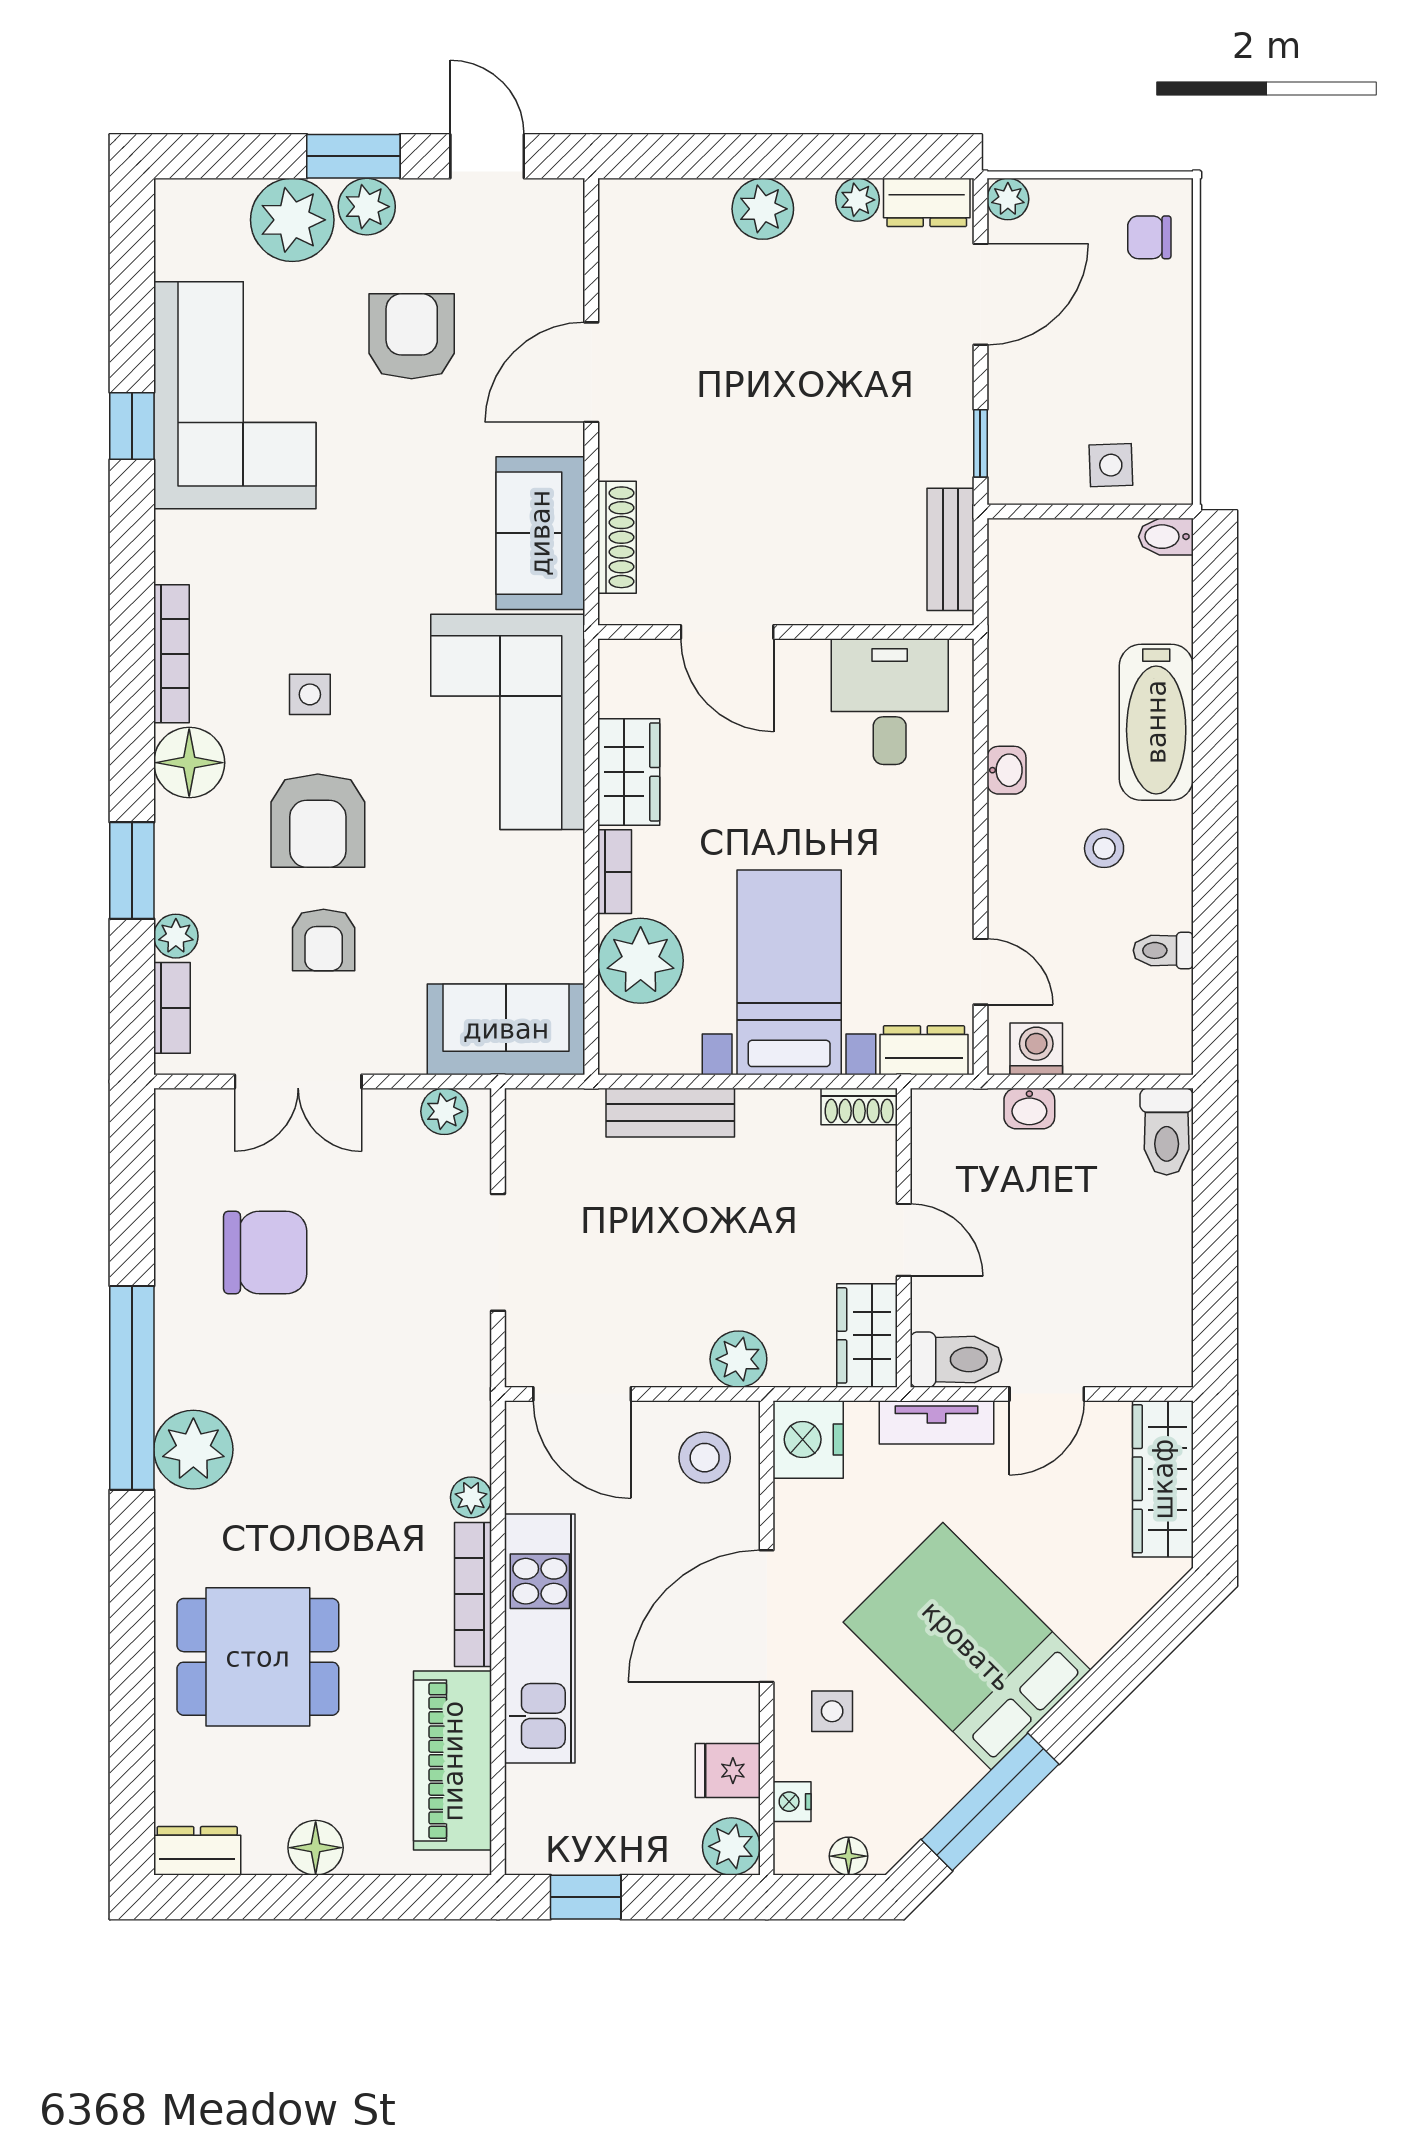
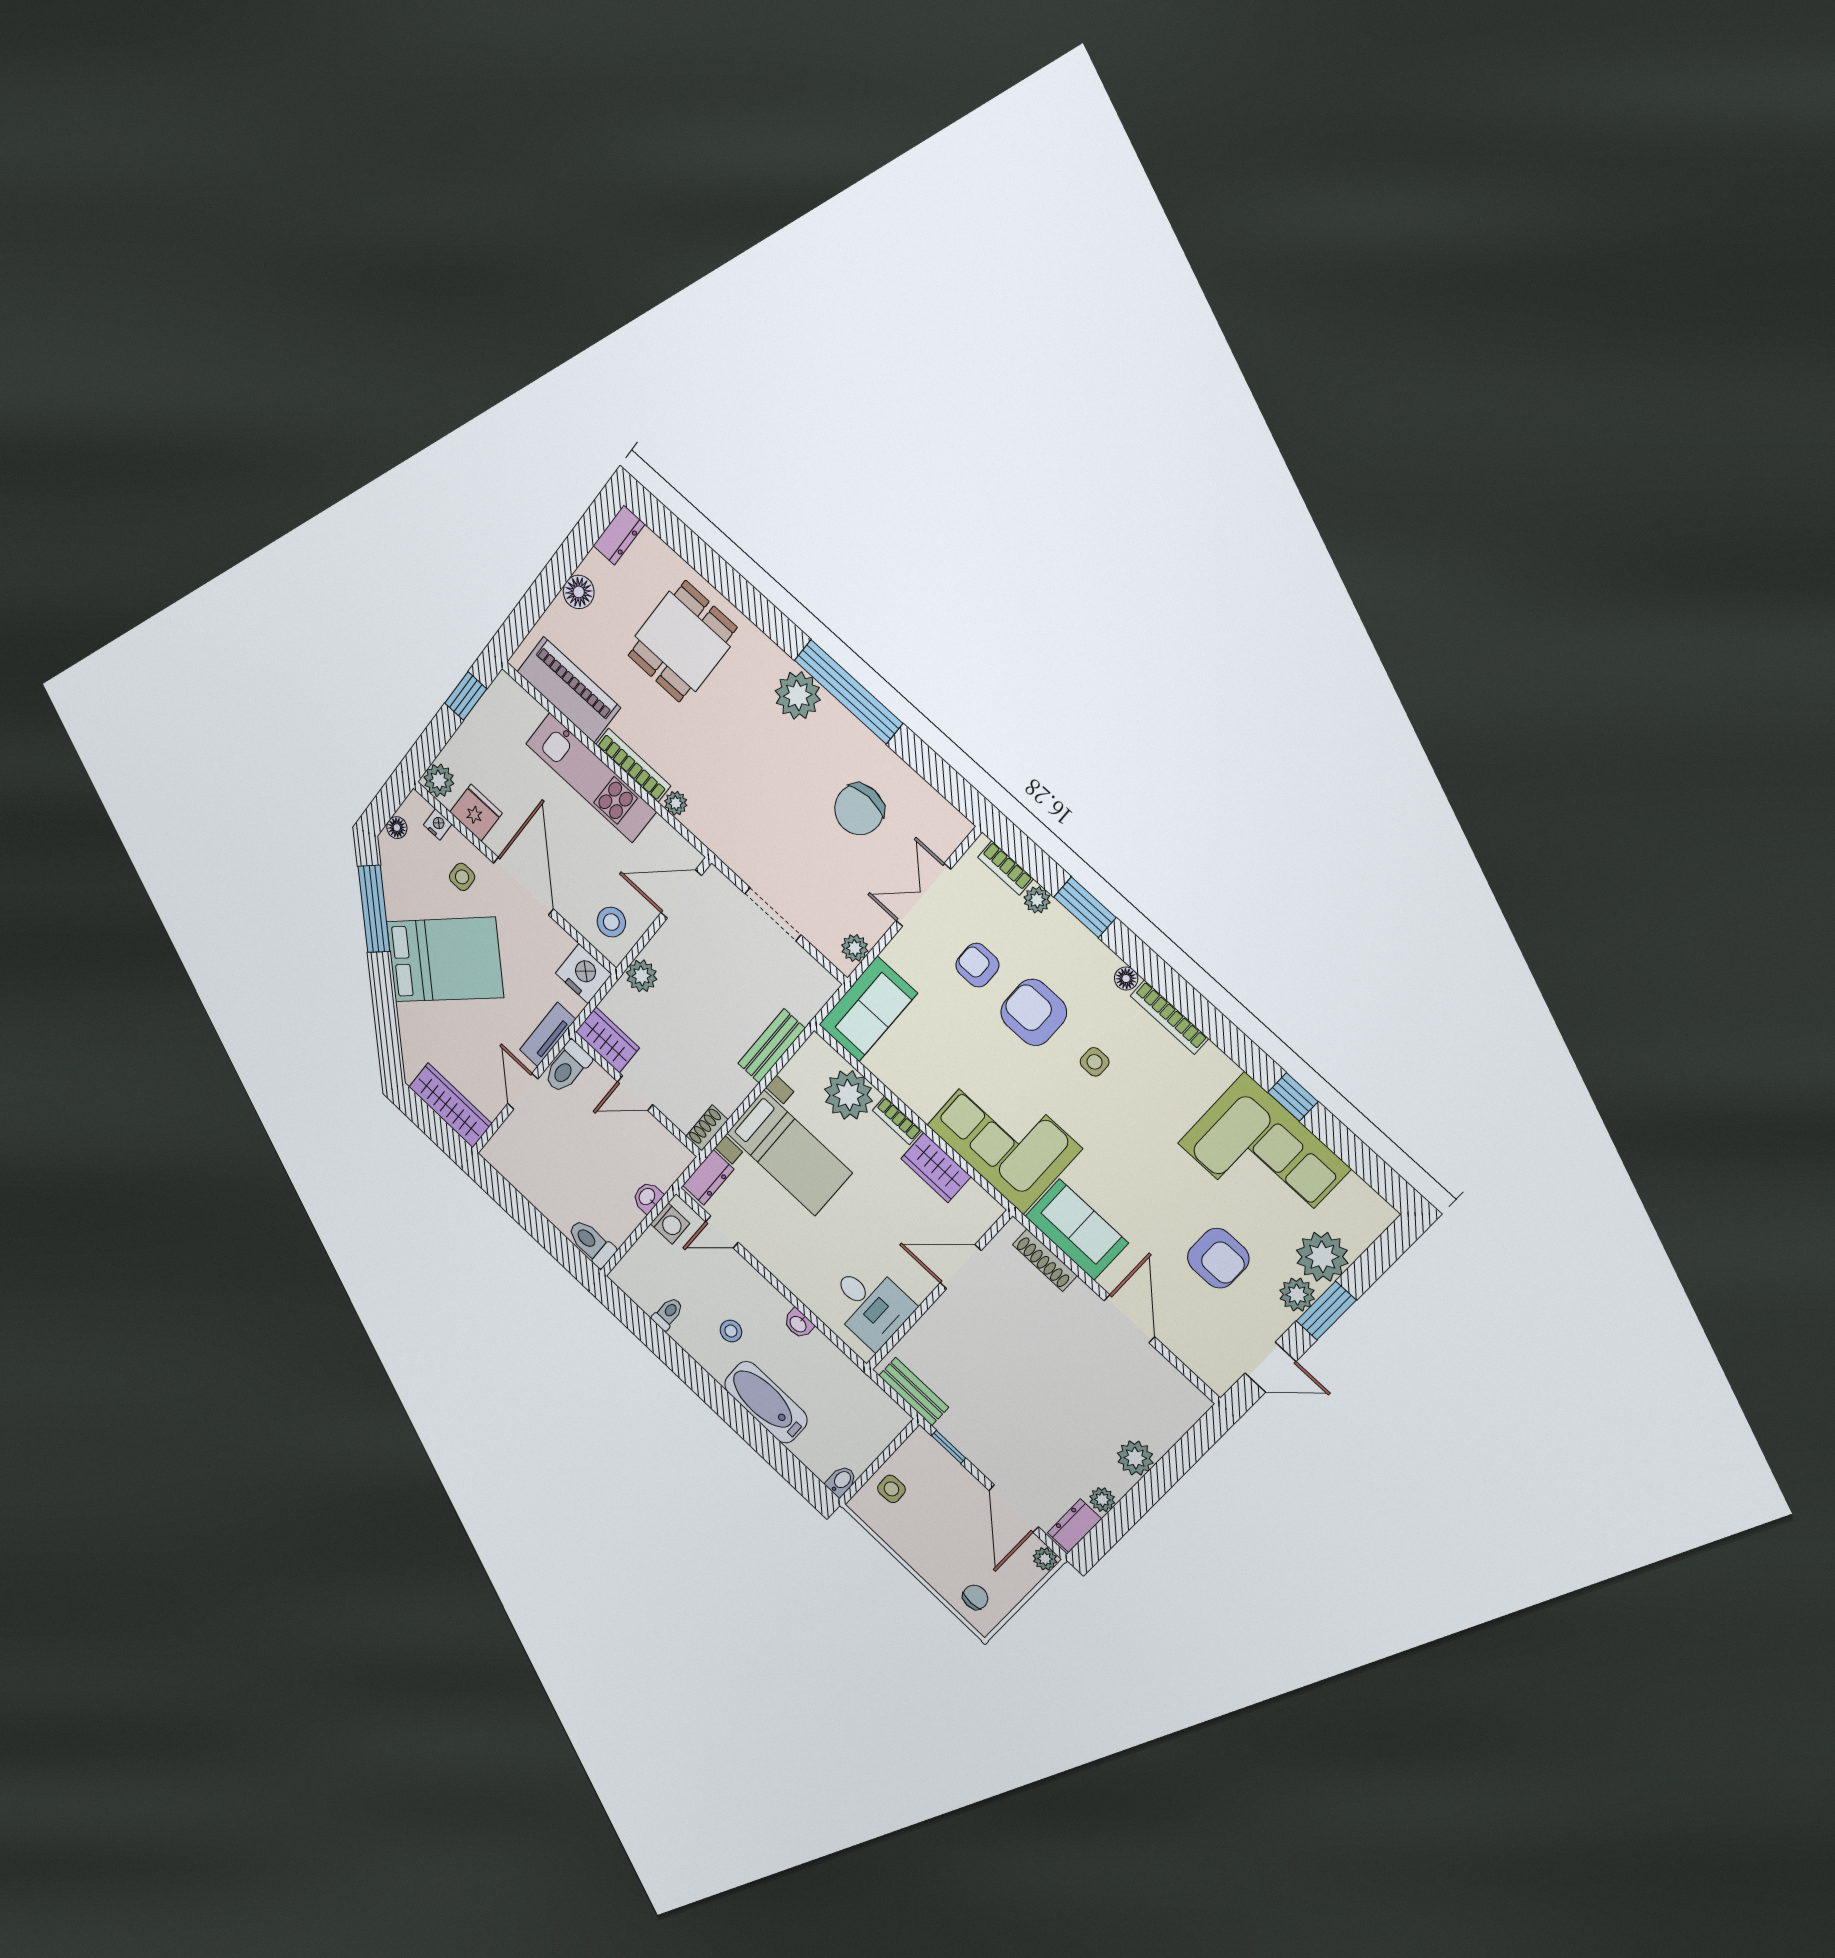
floor lamp: (189, 763) -> (1126, 979), width x0.53, depth x0.53
fridge: (728, 1771) -> (476, 813), width x1.38

